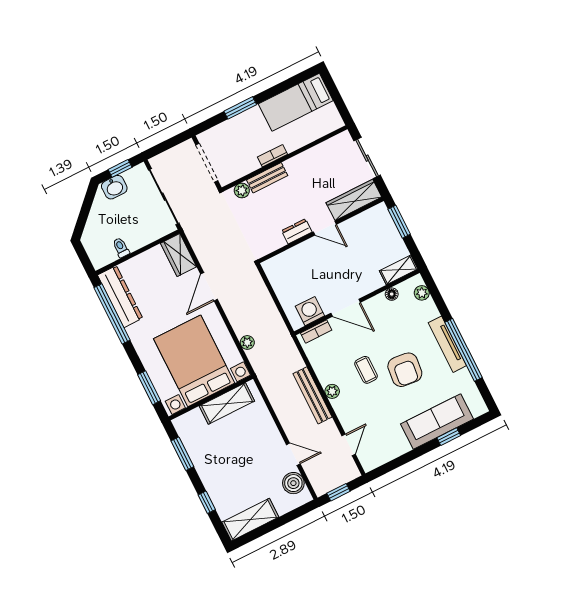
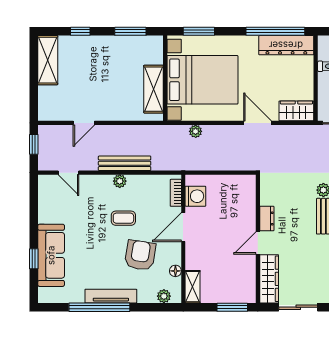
armchair: (405, 370) -> (140, 255), moved, turned 93
boiler: (293, 483) -> (60, 111), removed

